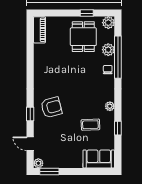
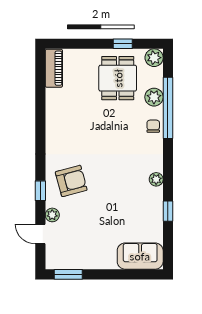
coffee table: (90, 125) -> (128, 206), removed
plant: (38, 163) -> (52, 215), moved

